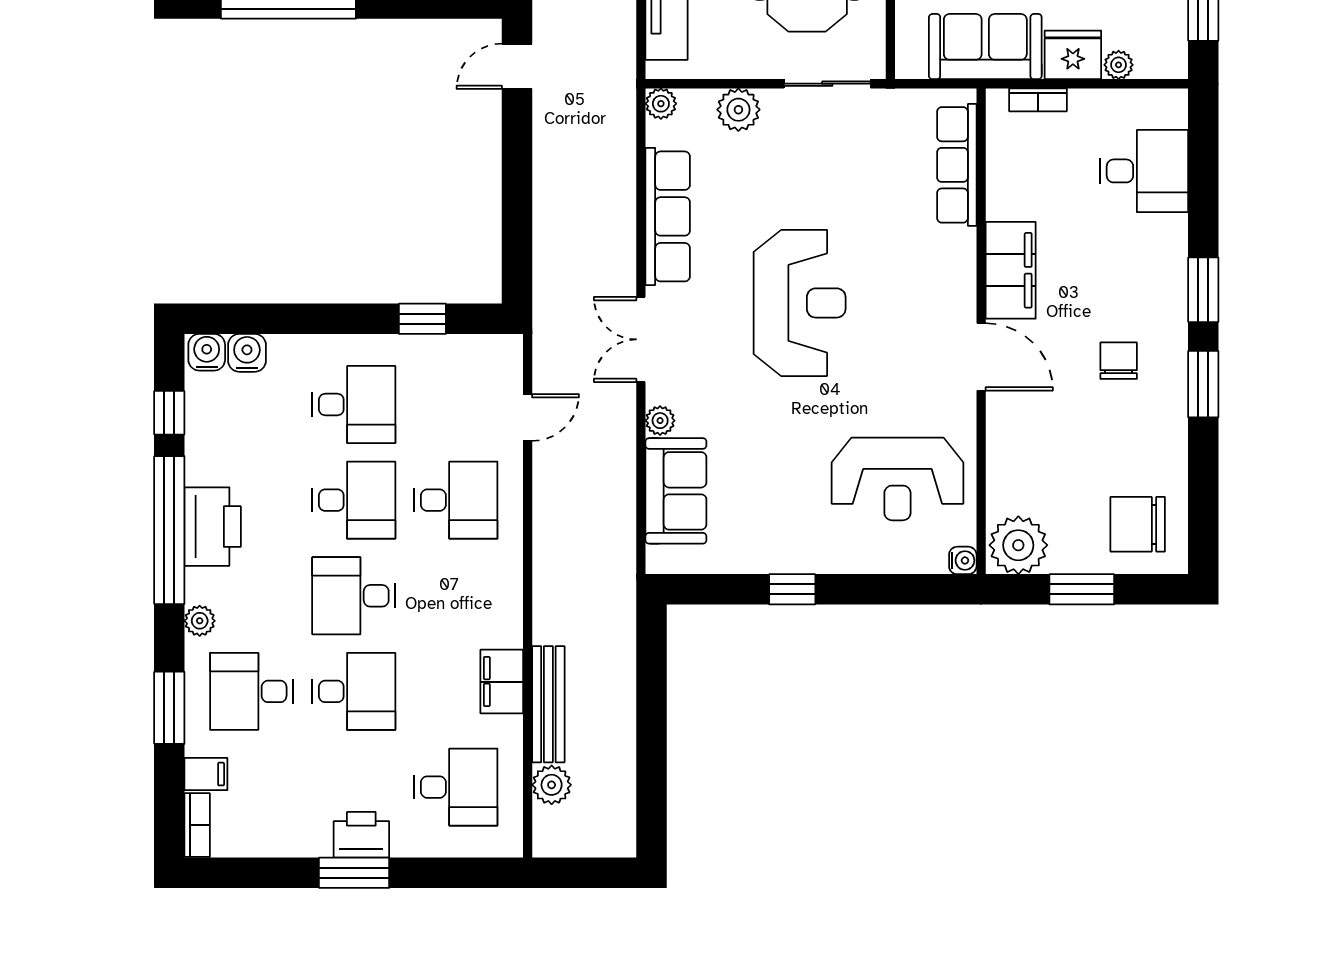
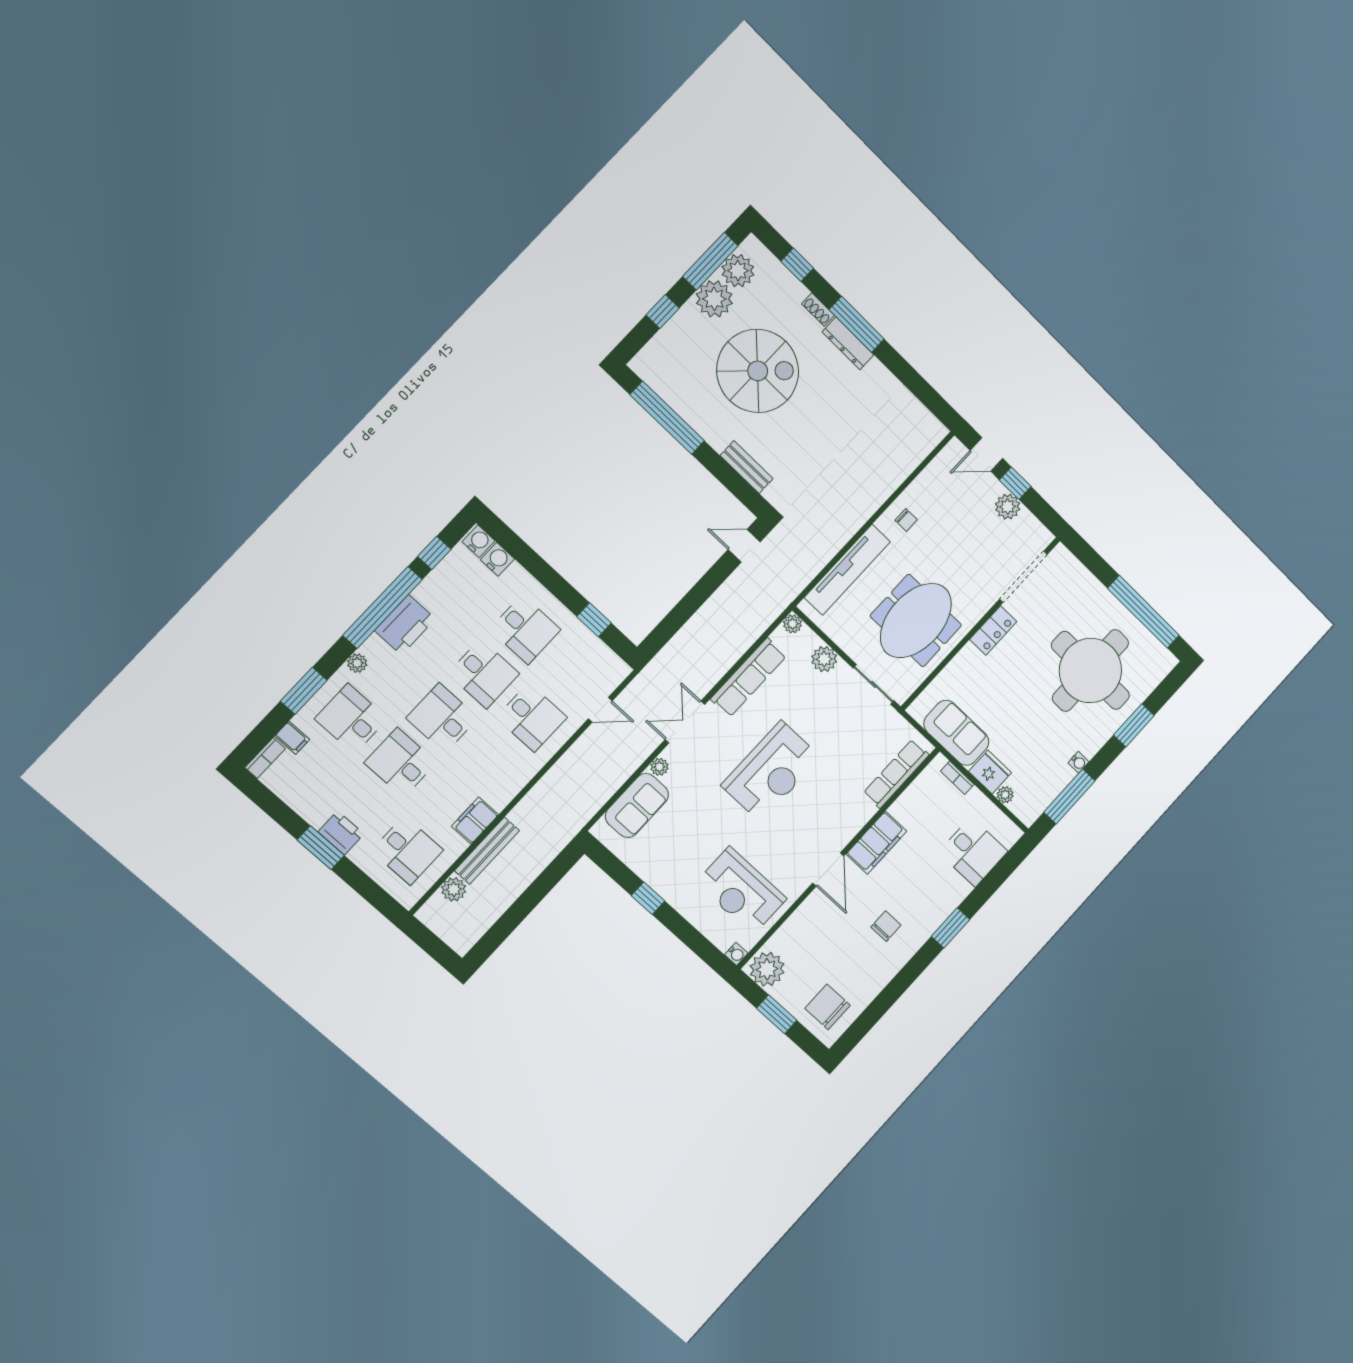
window: (1203, 384) -> (912, 970), removed
desk: (354, 691) -> (400, 763), turned 180

